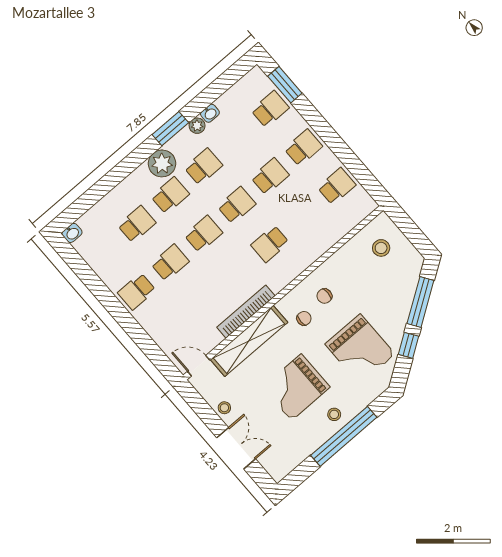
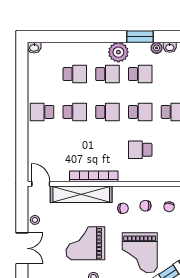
chair: (349, 276) -> (169, 207), added

